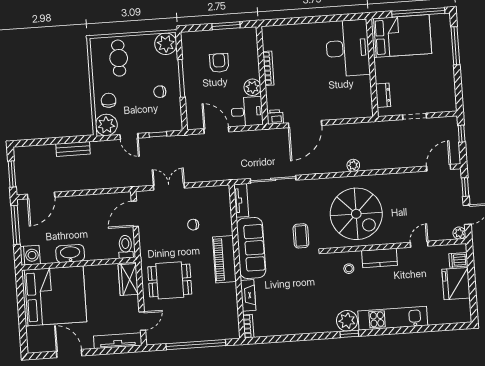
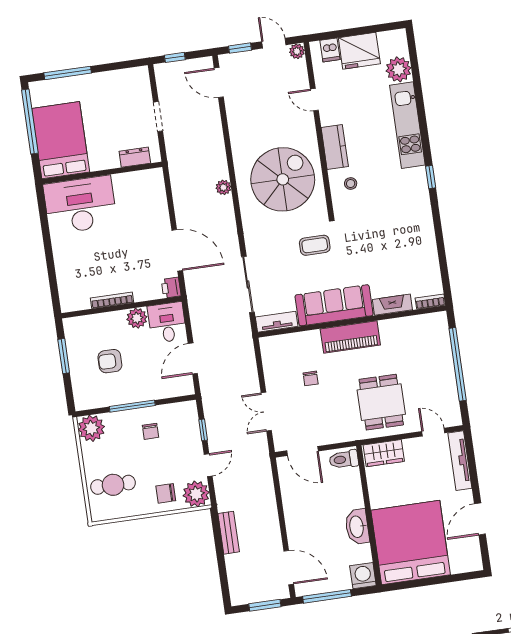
plant: (347, 321) -> (399, 69), moved

